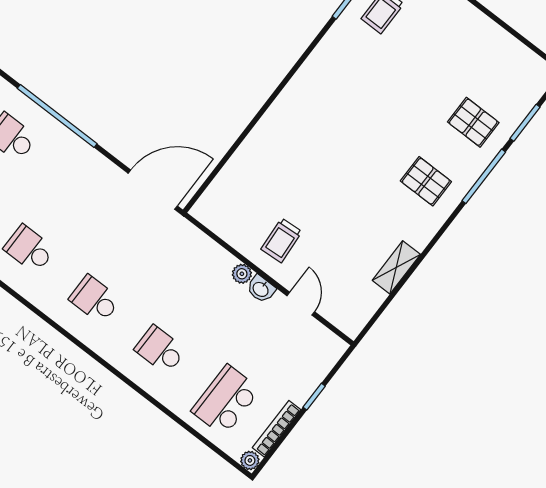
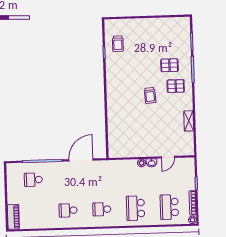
pallet: (473, 122) -> (169, 65), moved
door: (153, 190) -> (81, 160), moved
trolley: (281, 240) -> (150, 95), moved
door: (301, 304) -> (168, 157), swing flipped
school desk: (160, 350) -> (136, 208), width x1.85

